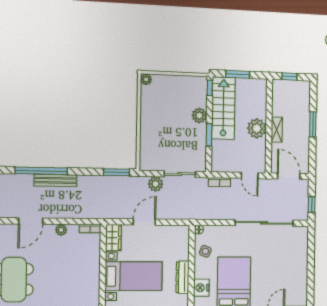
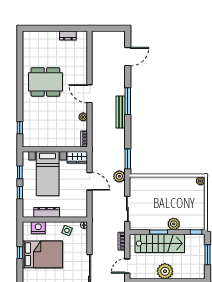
stairs: (223, 108) -> (160, 243), moved
window: (41, 171) -> (128, 101), width x0.68
plant: (156, 184) -> (119, 176), moved

